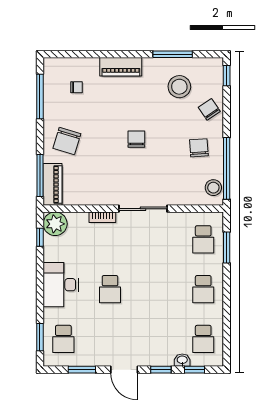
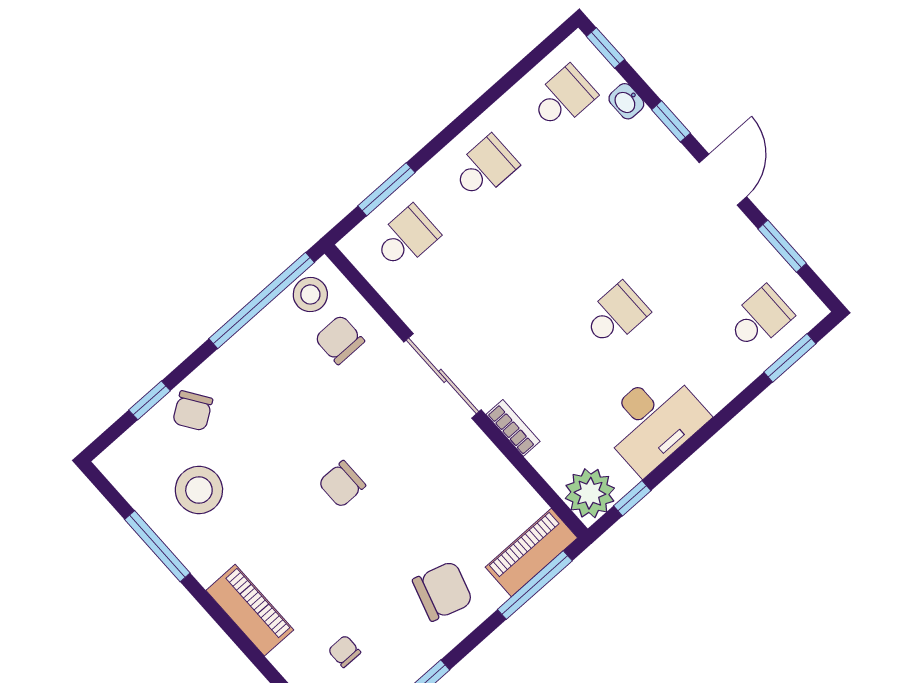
window: (227, 76) -> (150, 400), moved
chair: (199, 148) -> (340, 340), moved, turned 94
desk: (61, 285) -> (653, 421), moved
window: (195, 370) -> (606, 48), moved

